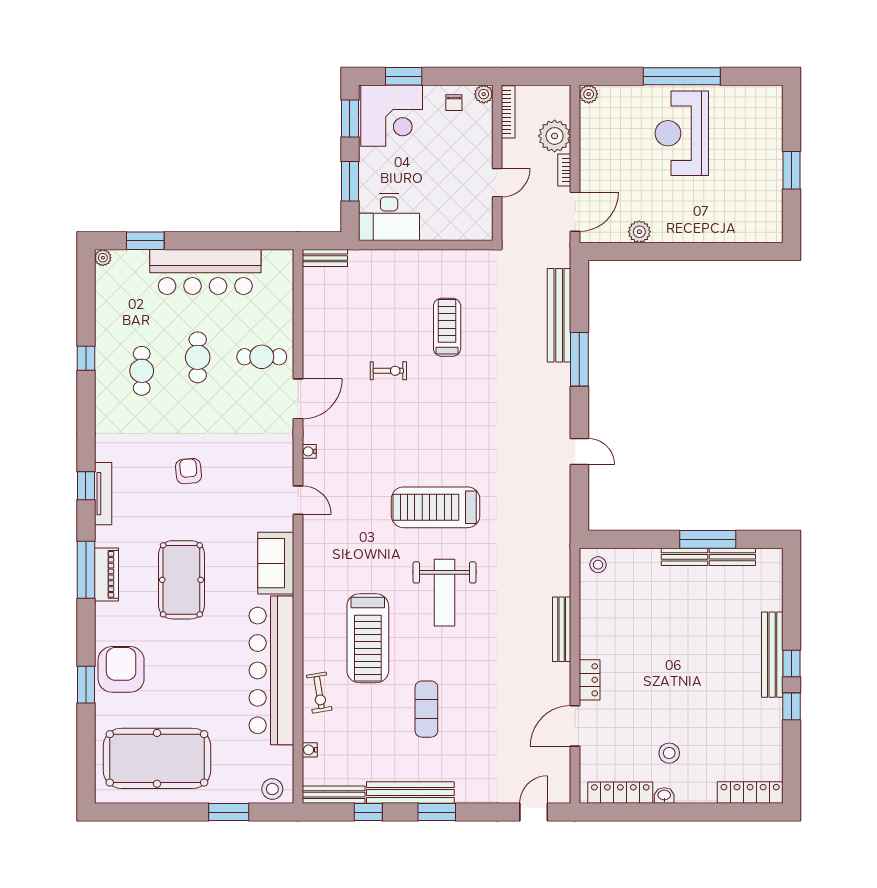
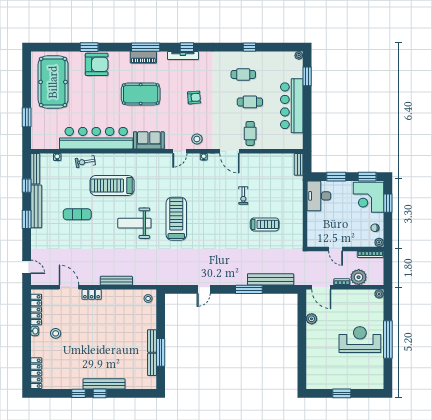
stool: (272, 789) -> (197, 139), moved

